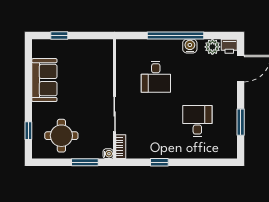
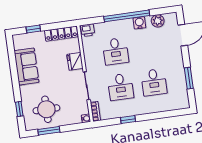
locker: (93, 46) -> (61, 34), added
printer: (229, 46) -> (88, 30), moved
fridge: (104, 82) -> (75, 61), added
desk: (156, 121) -> (121, 87), added
desk: (197, 121) -> (154, 82), turned 180
window: (85, 162) -> (49, 131), moved

